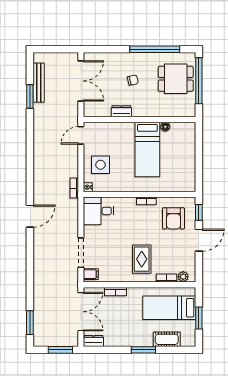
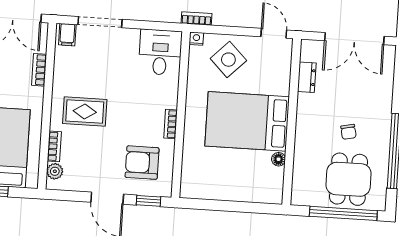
chair: (133, 80) -> (348, 132), moved
dresser: (121, 111) -> (307, 77), moved
bed: (147, 149) -> (247, 121), width x1.50
side table: (100, 165) -> (228, 60), turned 45

